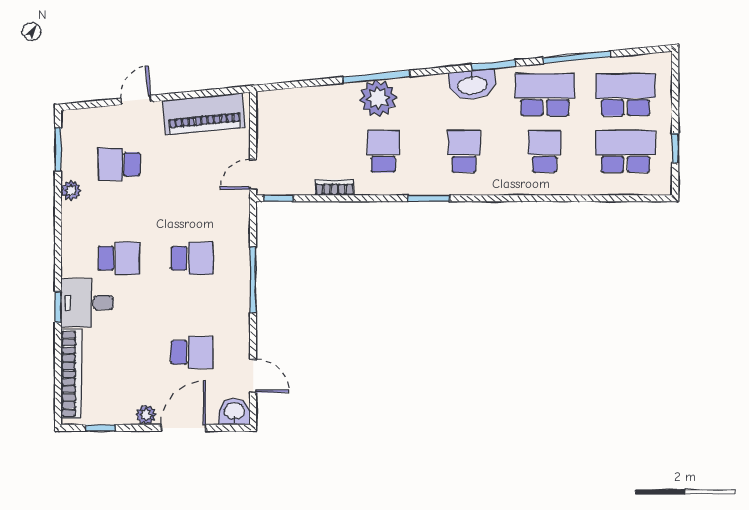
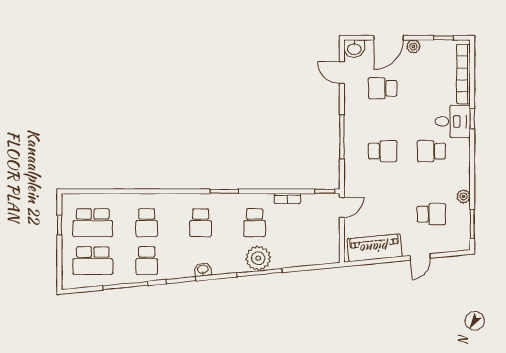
washbasin: (472, 85) -> (203, 270), width x0.52, depth x0.69
school desk: (545, 95) -> (147, 261), width x0.54
school desk: (192, 258) -> (383, 151), turned 180

